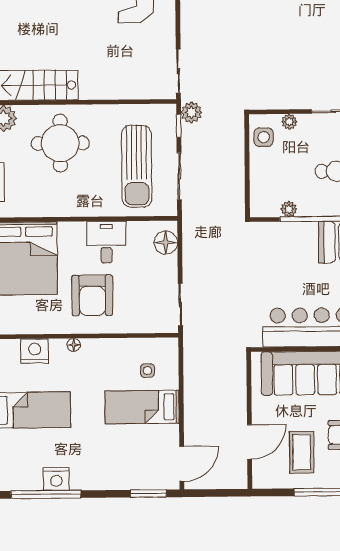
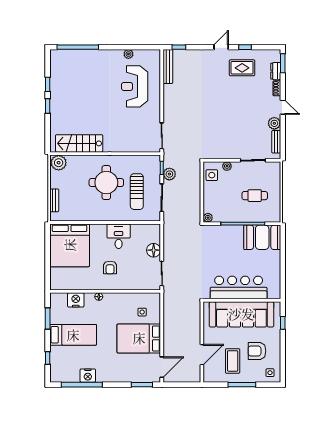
plant: (192, 112) -> (169, 174), moved
round table: (60, 143) -> (106, 183), moved
sun lounger: (137, 166) -> (137, 192), width x0.73, depth x0.75
plant: (289, 209) -> (208, 218), moved
floor lamp: (166, 243) -> (154, 250), moved
armchair: (92, 295) -> (110, 267), width x0.53, depth x0.53
bed: (142, 407) -> (139, 338), width x1.50

